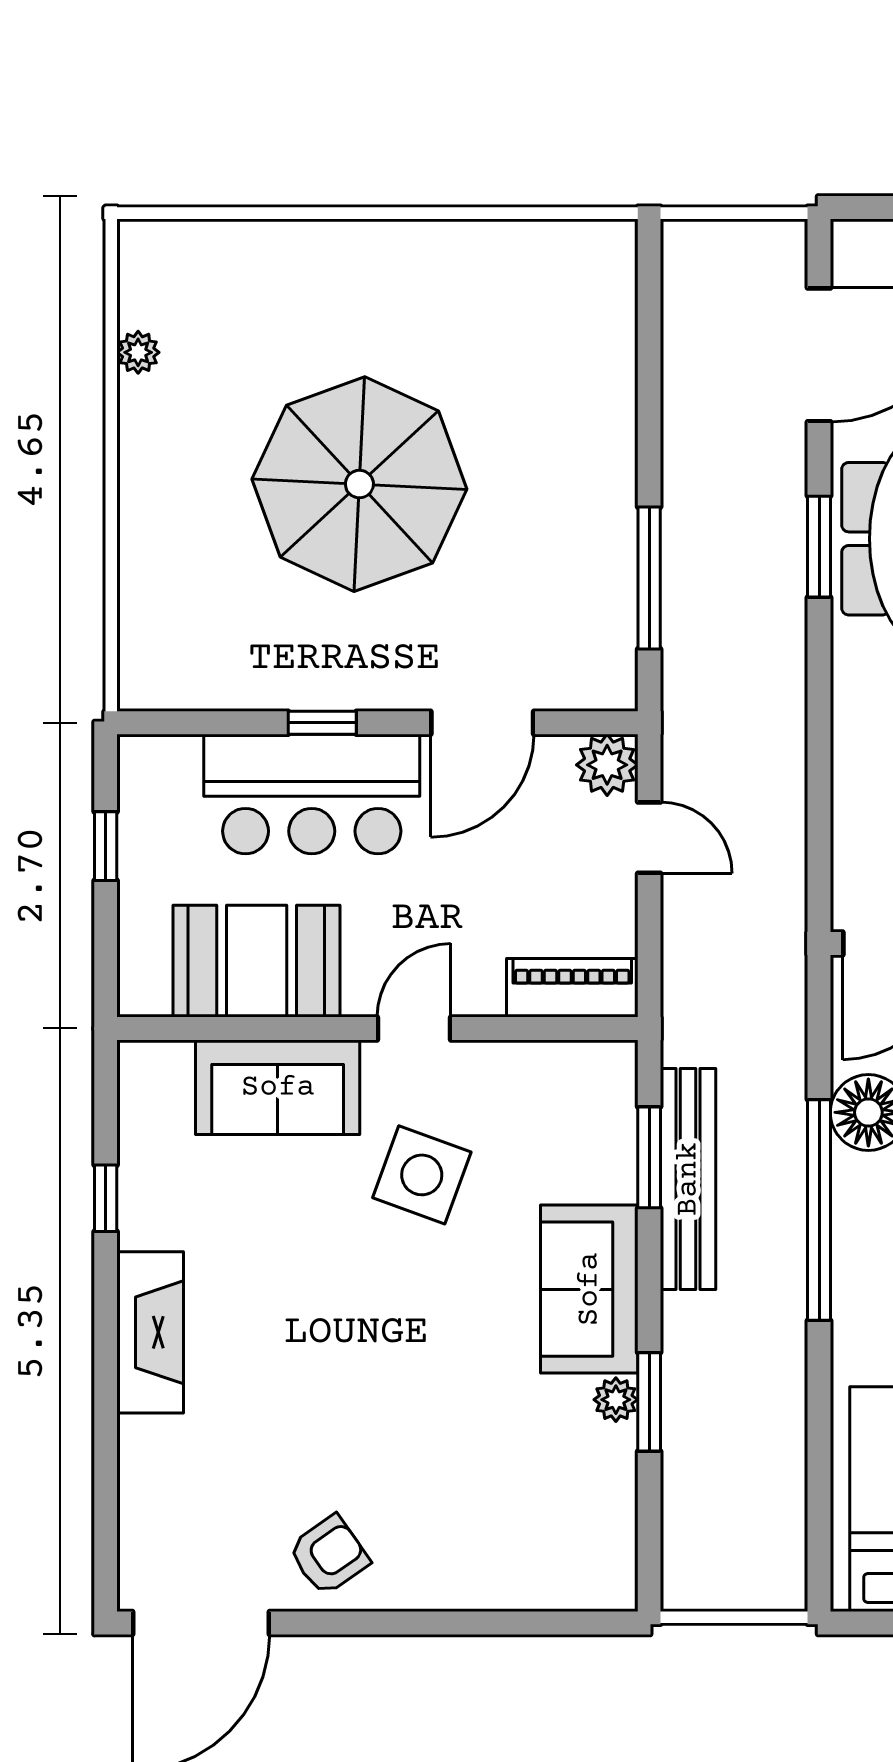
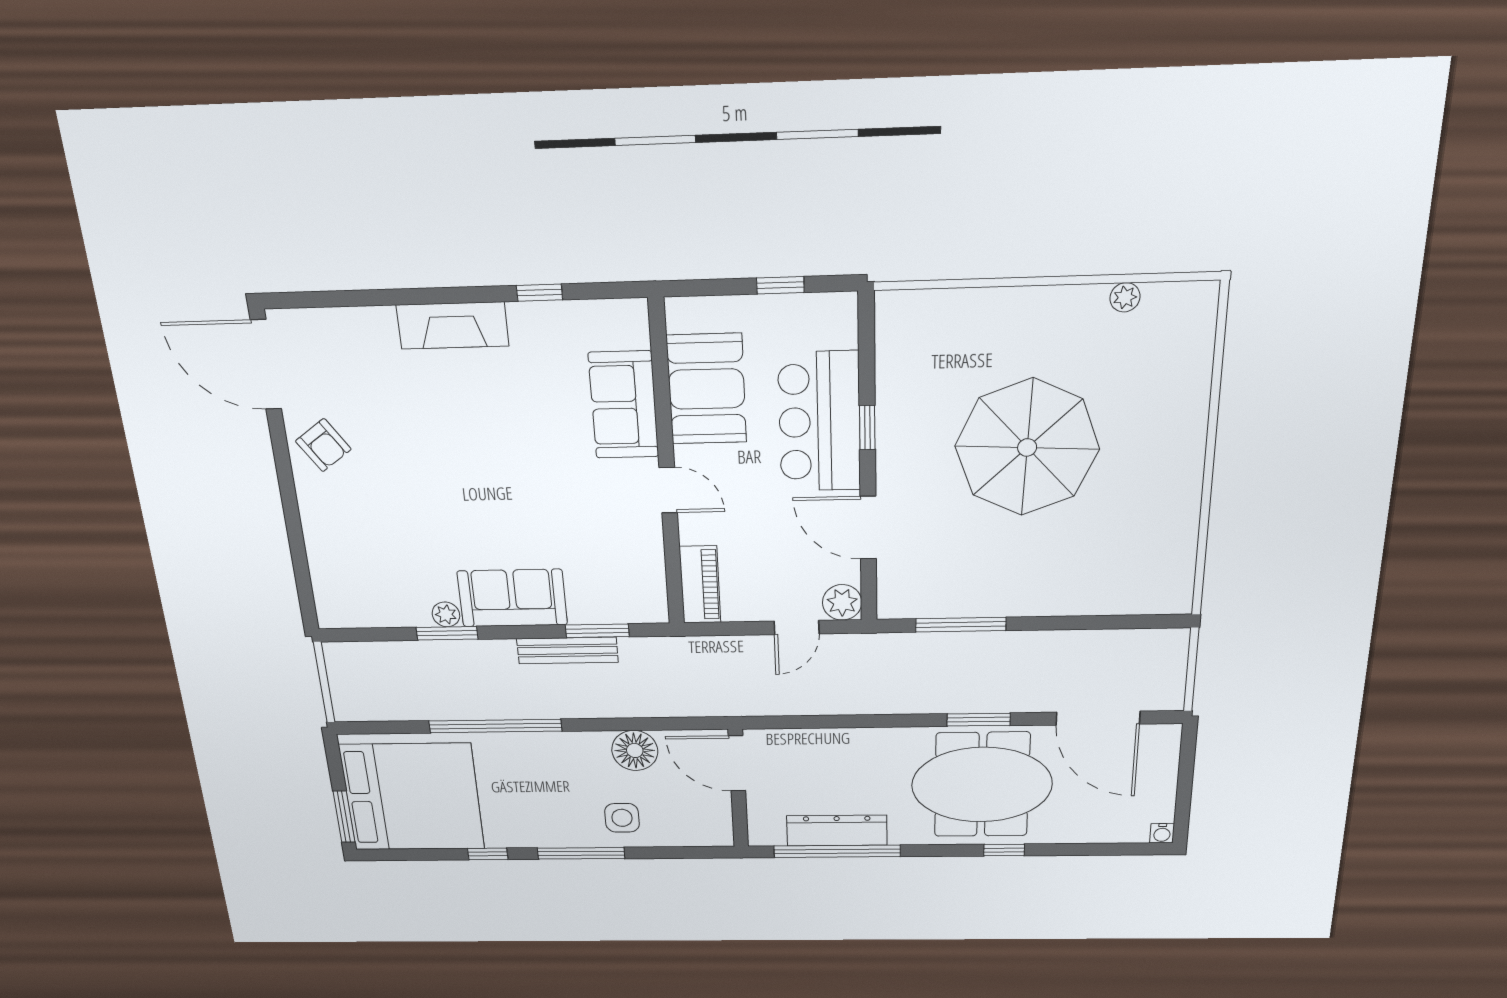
side table: (422, 1175) -> (574, 497), removed
bench: (688, 1179) -> (567, 650), width x0.73, depth x0.82
window: (819, 1210) -> (495, 726), moved

